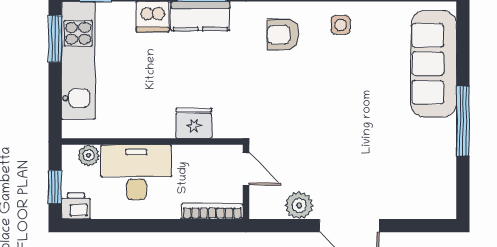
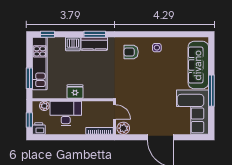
window: (55, 39) -> (29, 78), moved
fridge: (194, 123) -> (75, 92), moved
corner sofa: (421, 169) -> (193, 112), added
plant: (299, 205) -> (123, 128), moved

